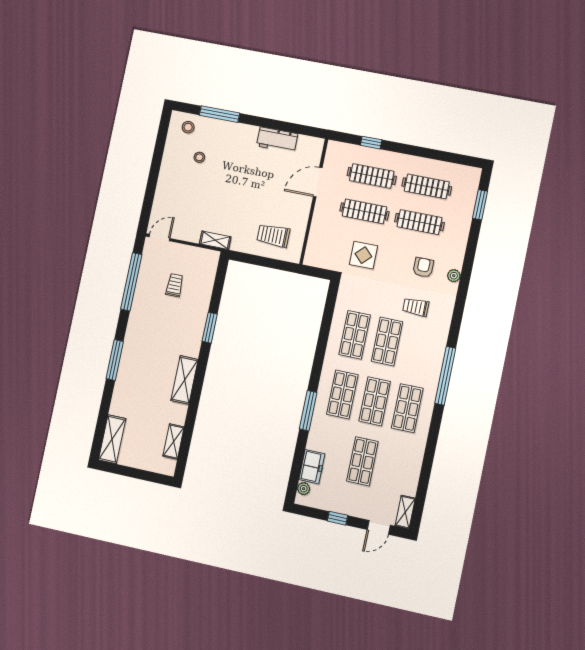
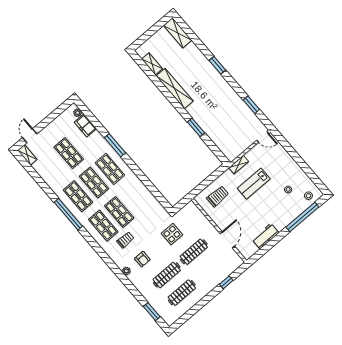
window: (219, 114) -> (302, 217), width x1.46
clothes rail: (372, 176) -> (209, 269), removed
lab bench: (224, 204) -> (254, 184), added
door: (159, 238) -> (263, 137), hinge flipped
window: (131, 282) -> (251, 105), width x0.47
trolley: (175, 285) -> (232, 126), removed
shop shelf: (355, 335) -> (103, 226), moved
window: (115, 360) -> (217, 65), width x0.69
window: (445, 376) -> (68, 214), moved
shelving: (185, 380) -> (175, 89), width x1.47
window: (337, 518) -> (50, 118), removed

